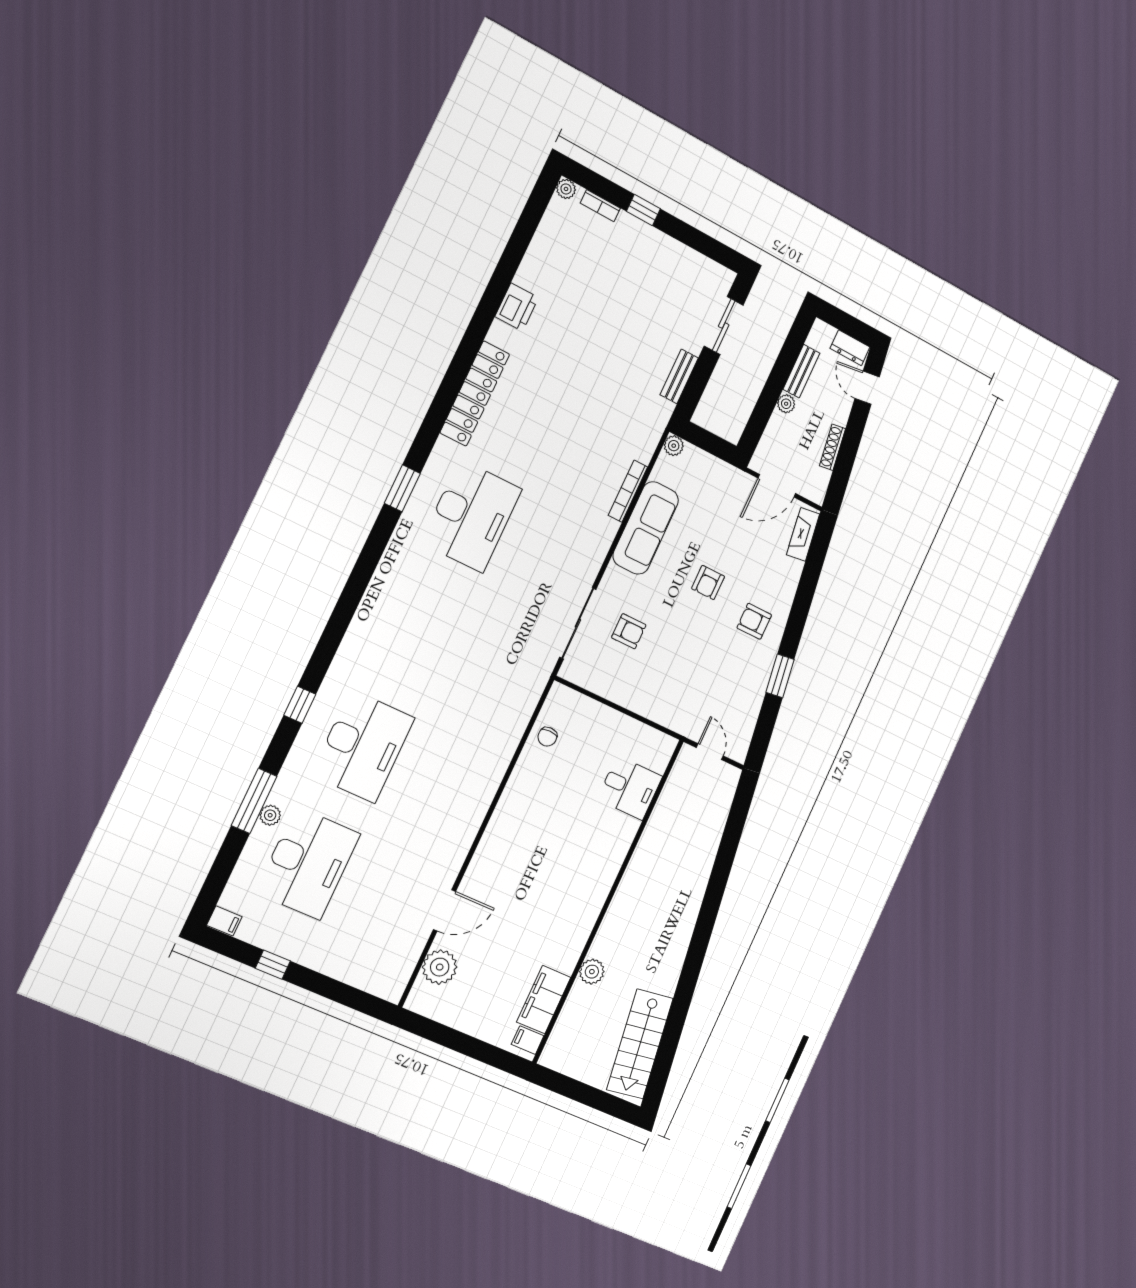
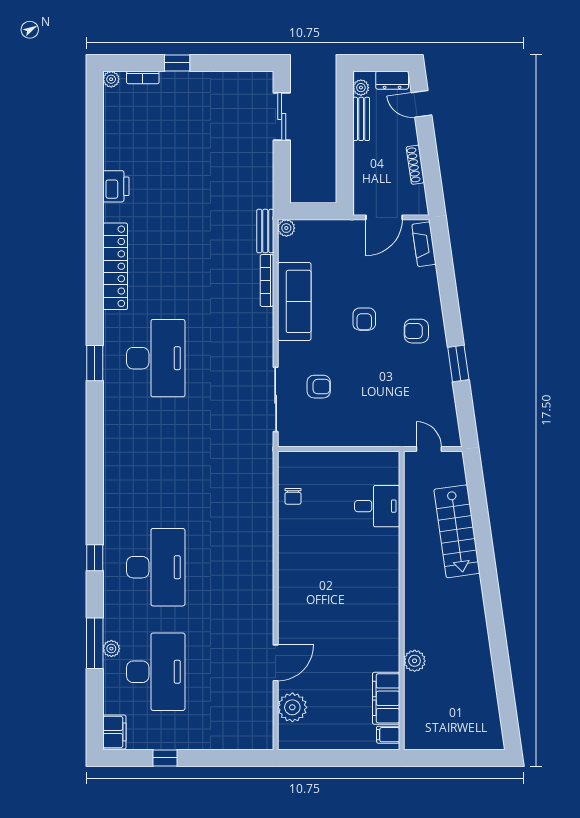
bench: (679, 376) -> (265, 231), moved
plant: (786, 404) -> (361, 88), moved
filing cabinet: (224, 921) -> (114, 732), width x2.00
stairs: (640, 1044) -> (457, 531), moved

